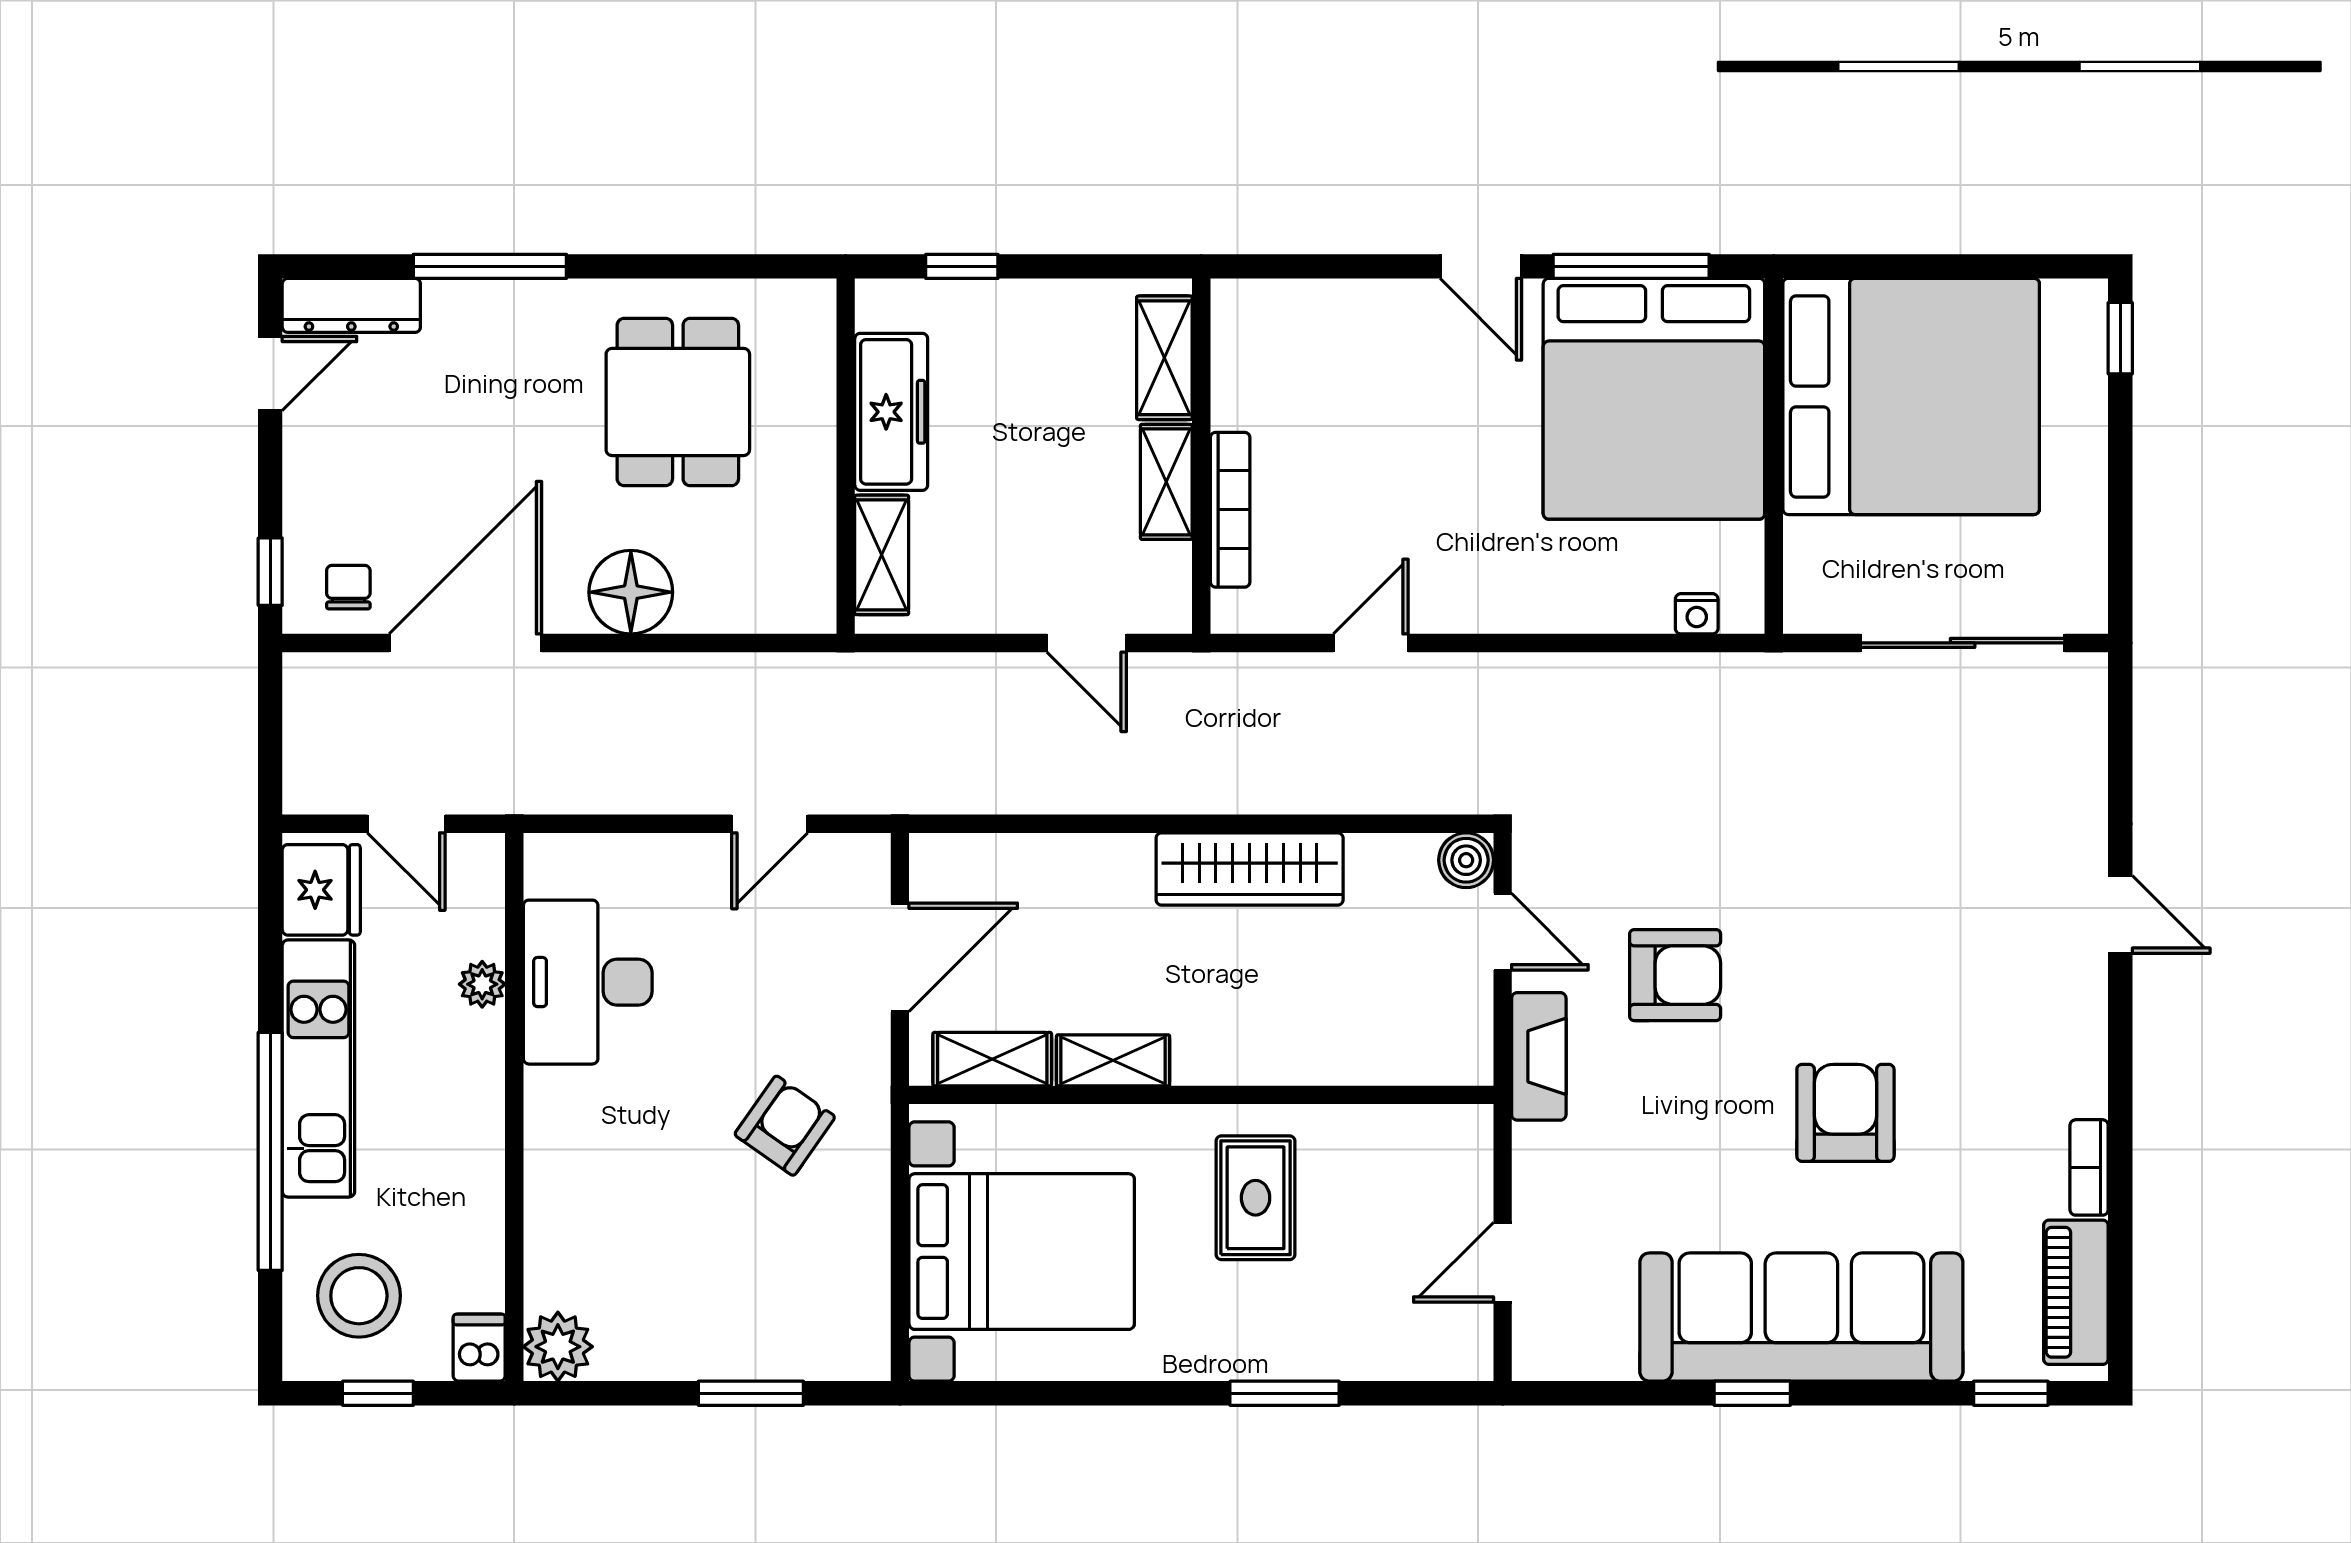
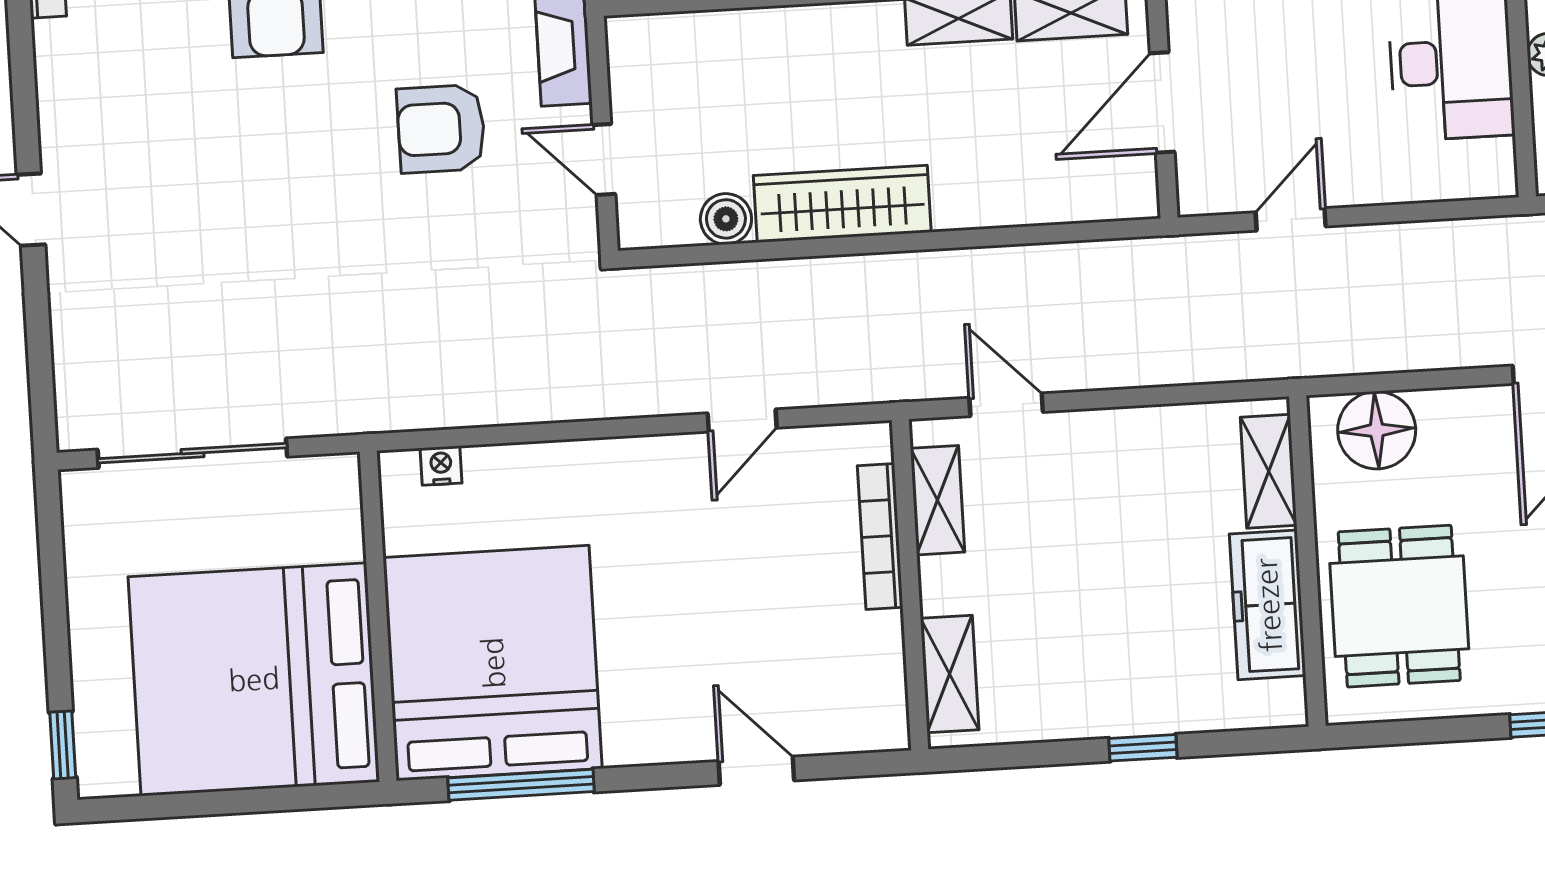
door: (1481, 266) -> (756, 771), moved
freezer: (891, 412) -> (1268, 605), moved
wall: (846, 456) -> (1307, 561), moved
shelving: (1166, 482) -> (938, 500), moved
shelving: (882, 555) -> (1269, 471), moved
floor lamp: (631, 592) -> (1377, 430), moved
boiler: (1466, 860) -> (726, 219), moved

